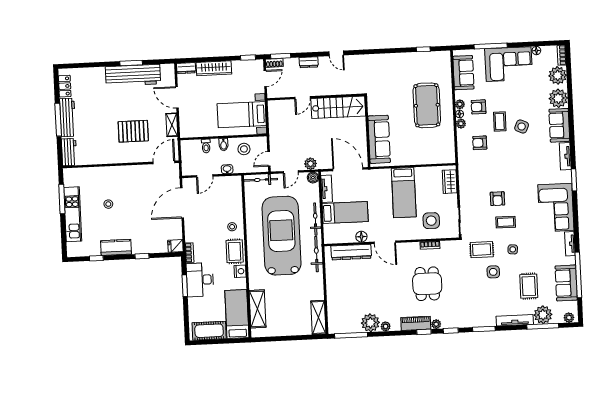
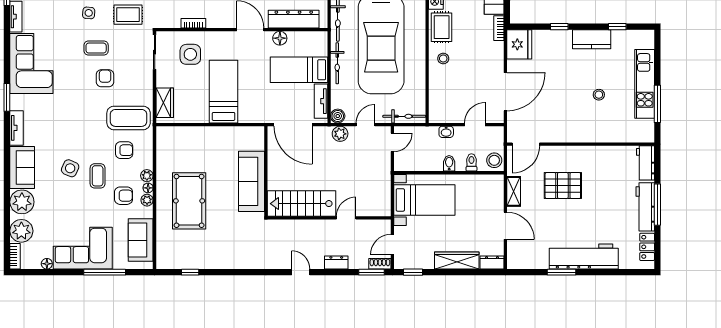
workbench: (133, 75) -> (584, 257), moved
sofa: (379, 139) -> (252, 181), moved
stool: (244, 149) -> (494, 160), moved
coffee table: (477, 168) -> (129, 118), added
fridge: (176, 246) -> (519, 44), width x1.88, depth x1.34

